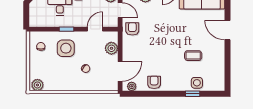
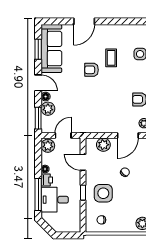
armchair: (132, 29) -> (92, 70), moved
door: (120, 71) -> (128, 136), swing flipped

